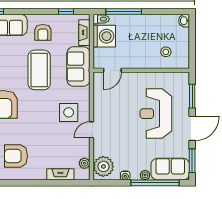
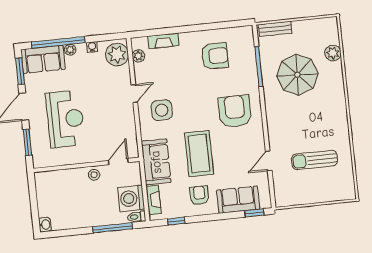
stool: (166, 52) -> (94, 175), moved

